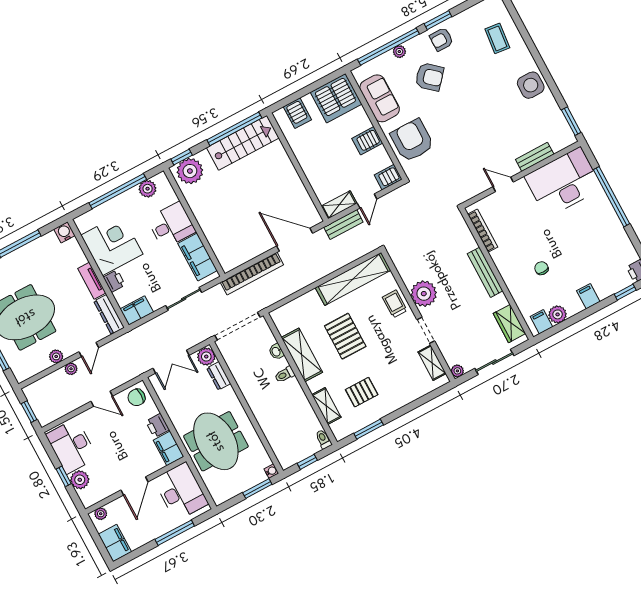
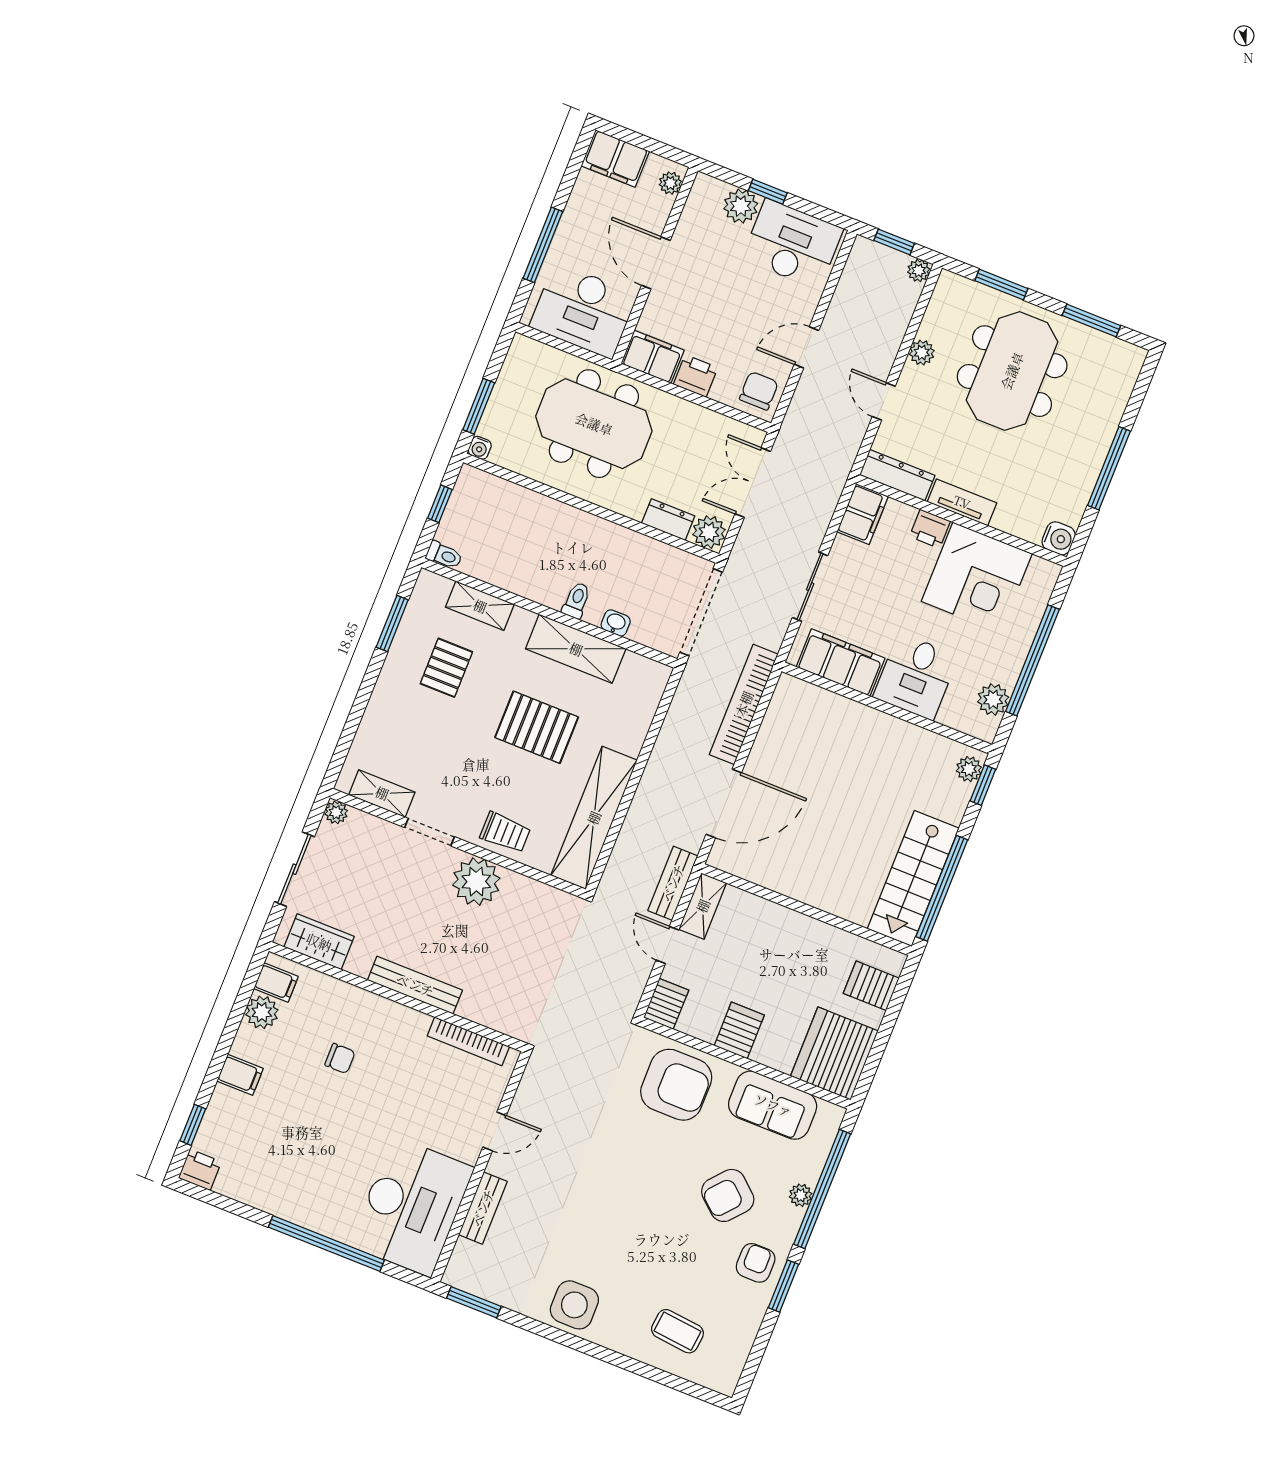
plant: (190, 171) -> (969, 769), width x0.53, depth x0.53
plant: (71, 369) -> (919, 271), moved

